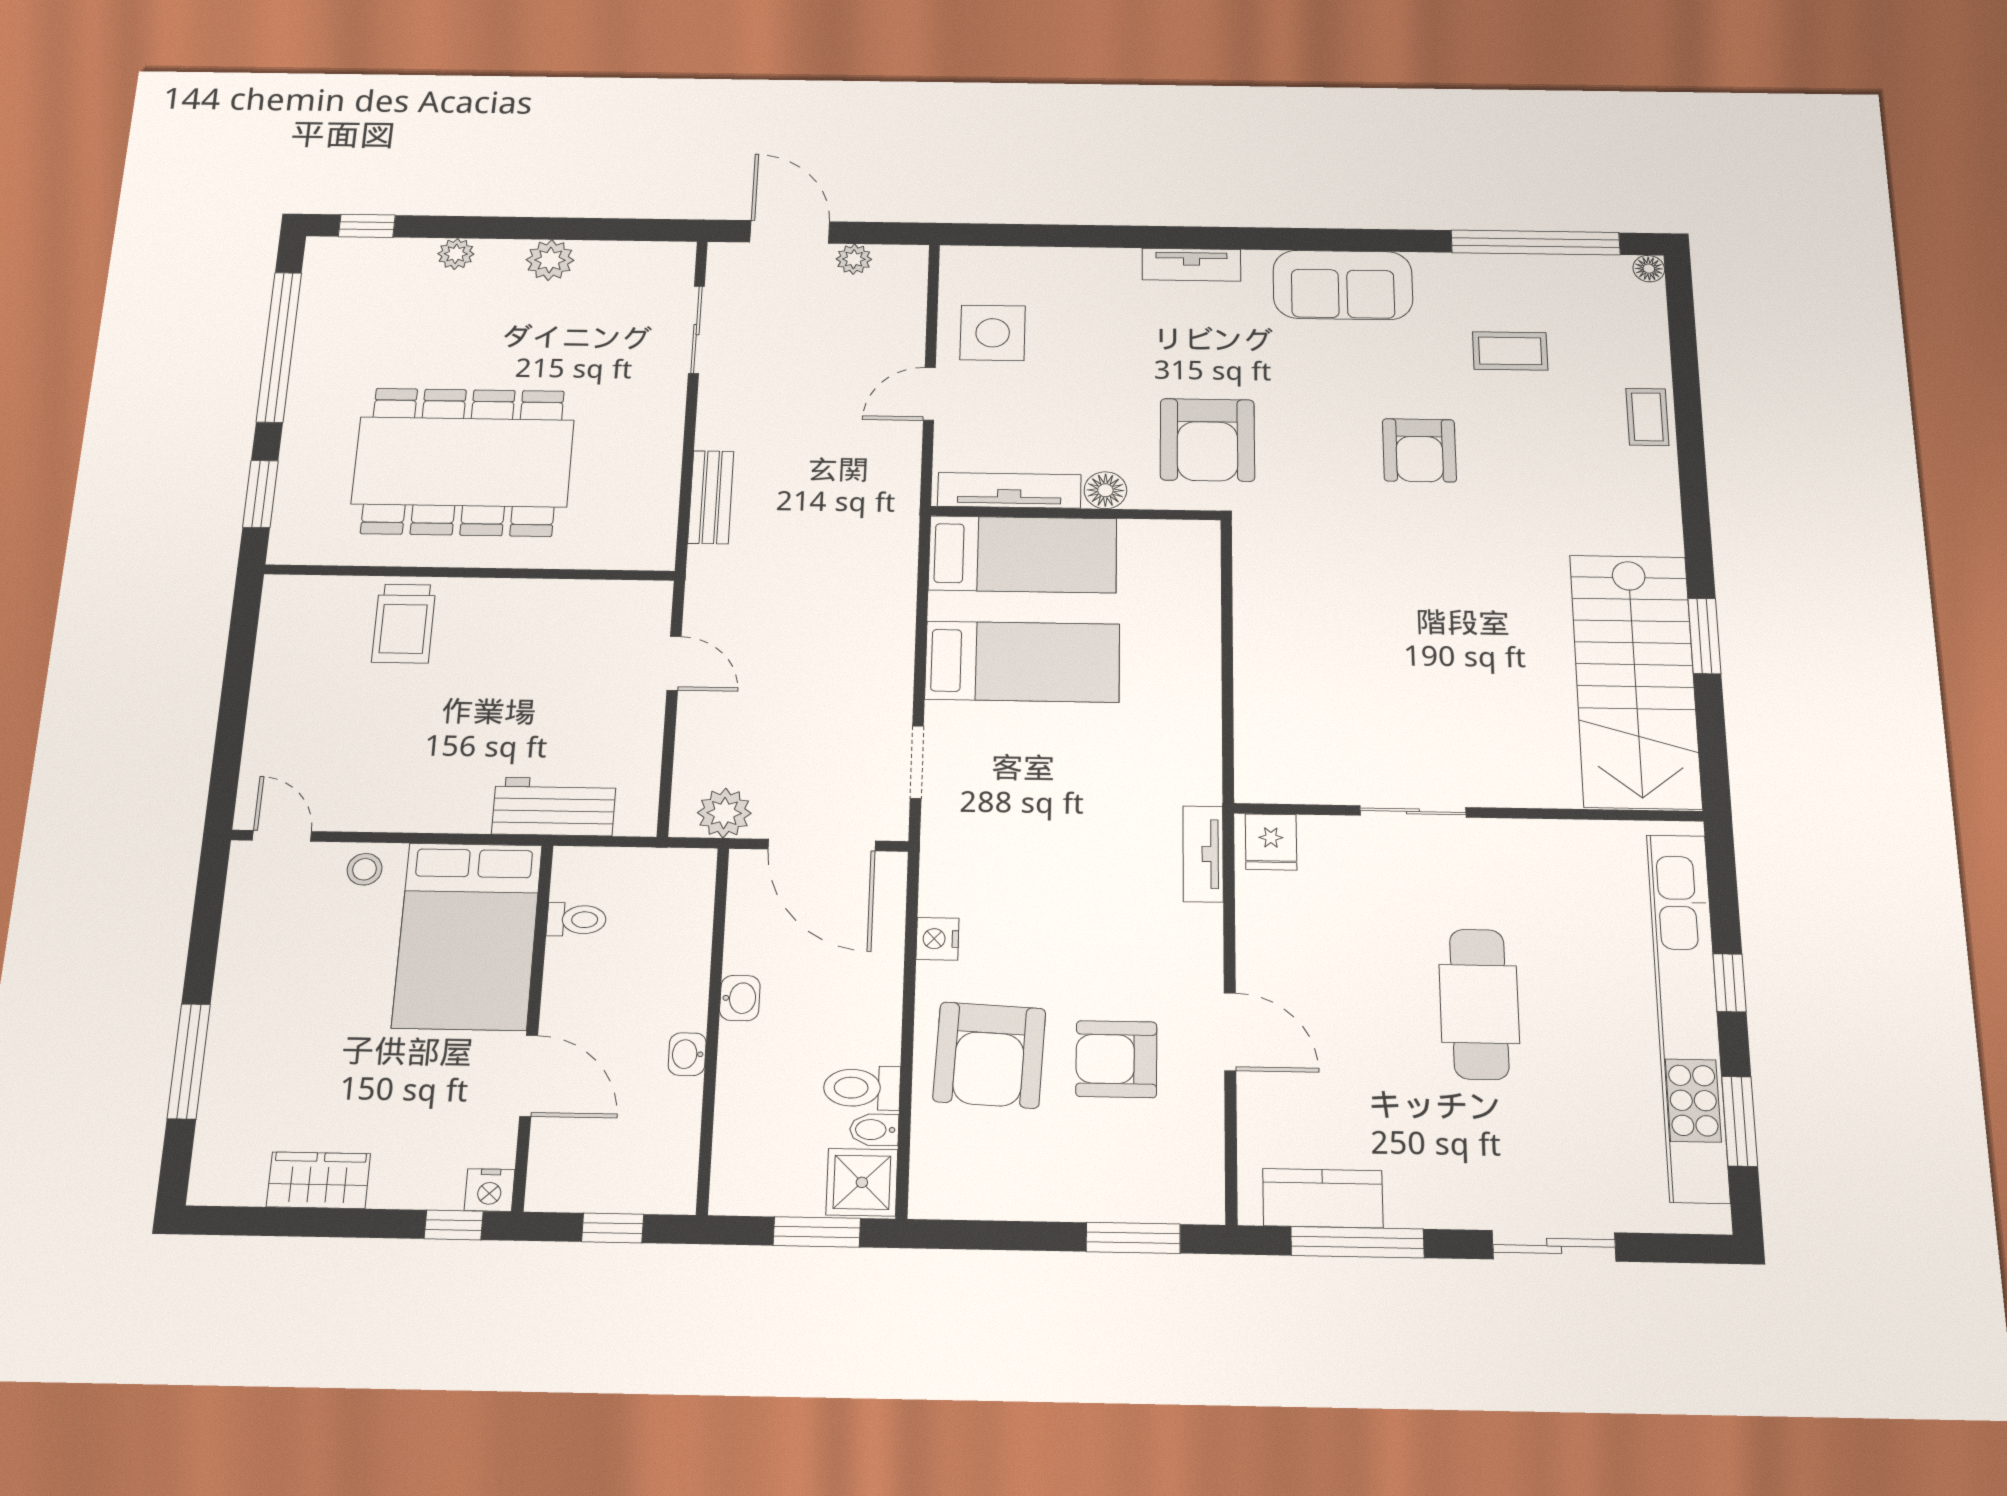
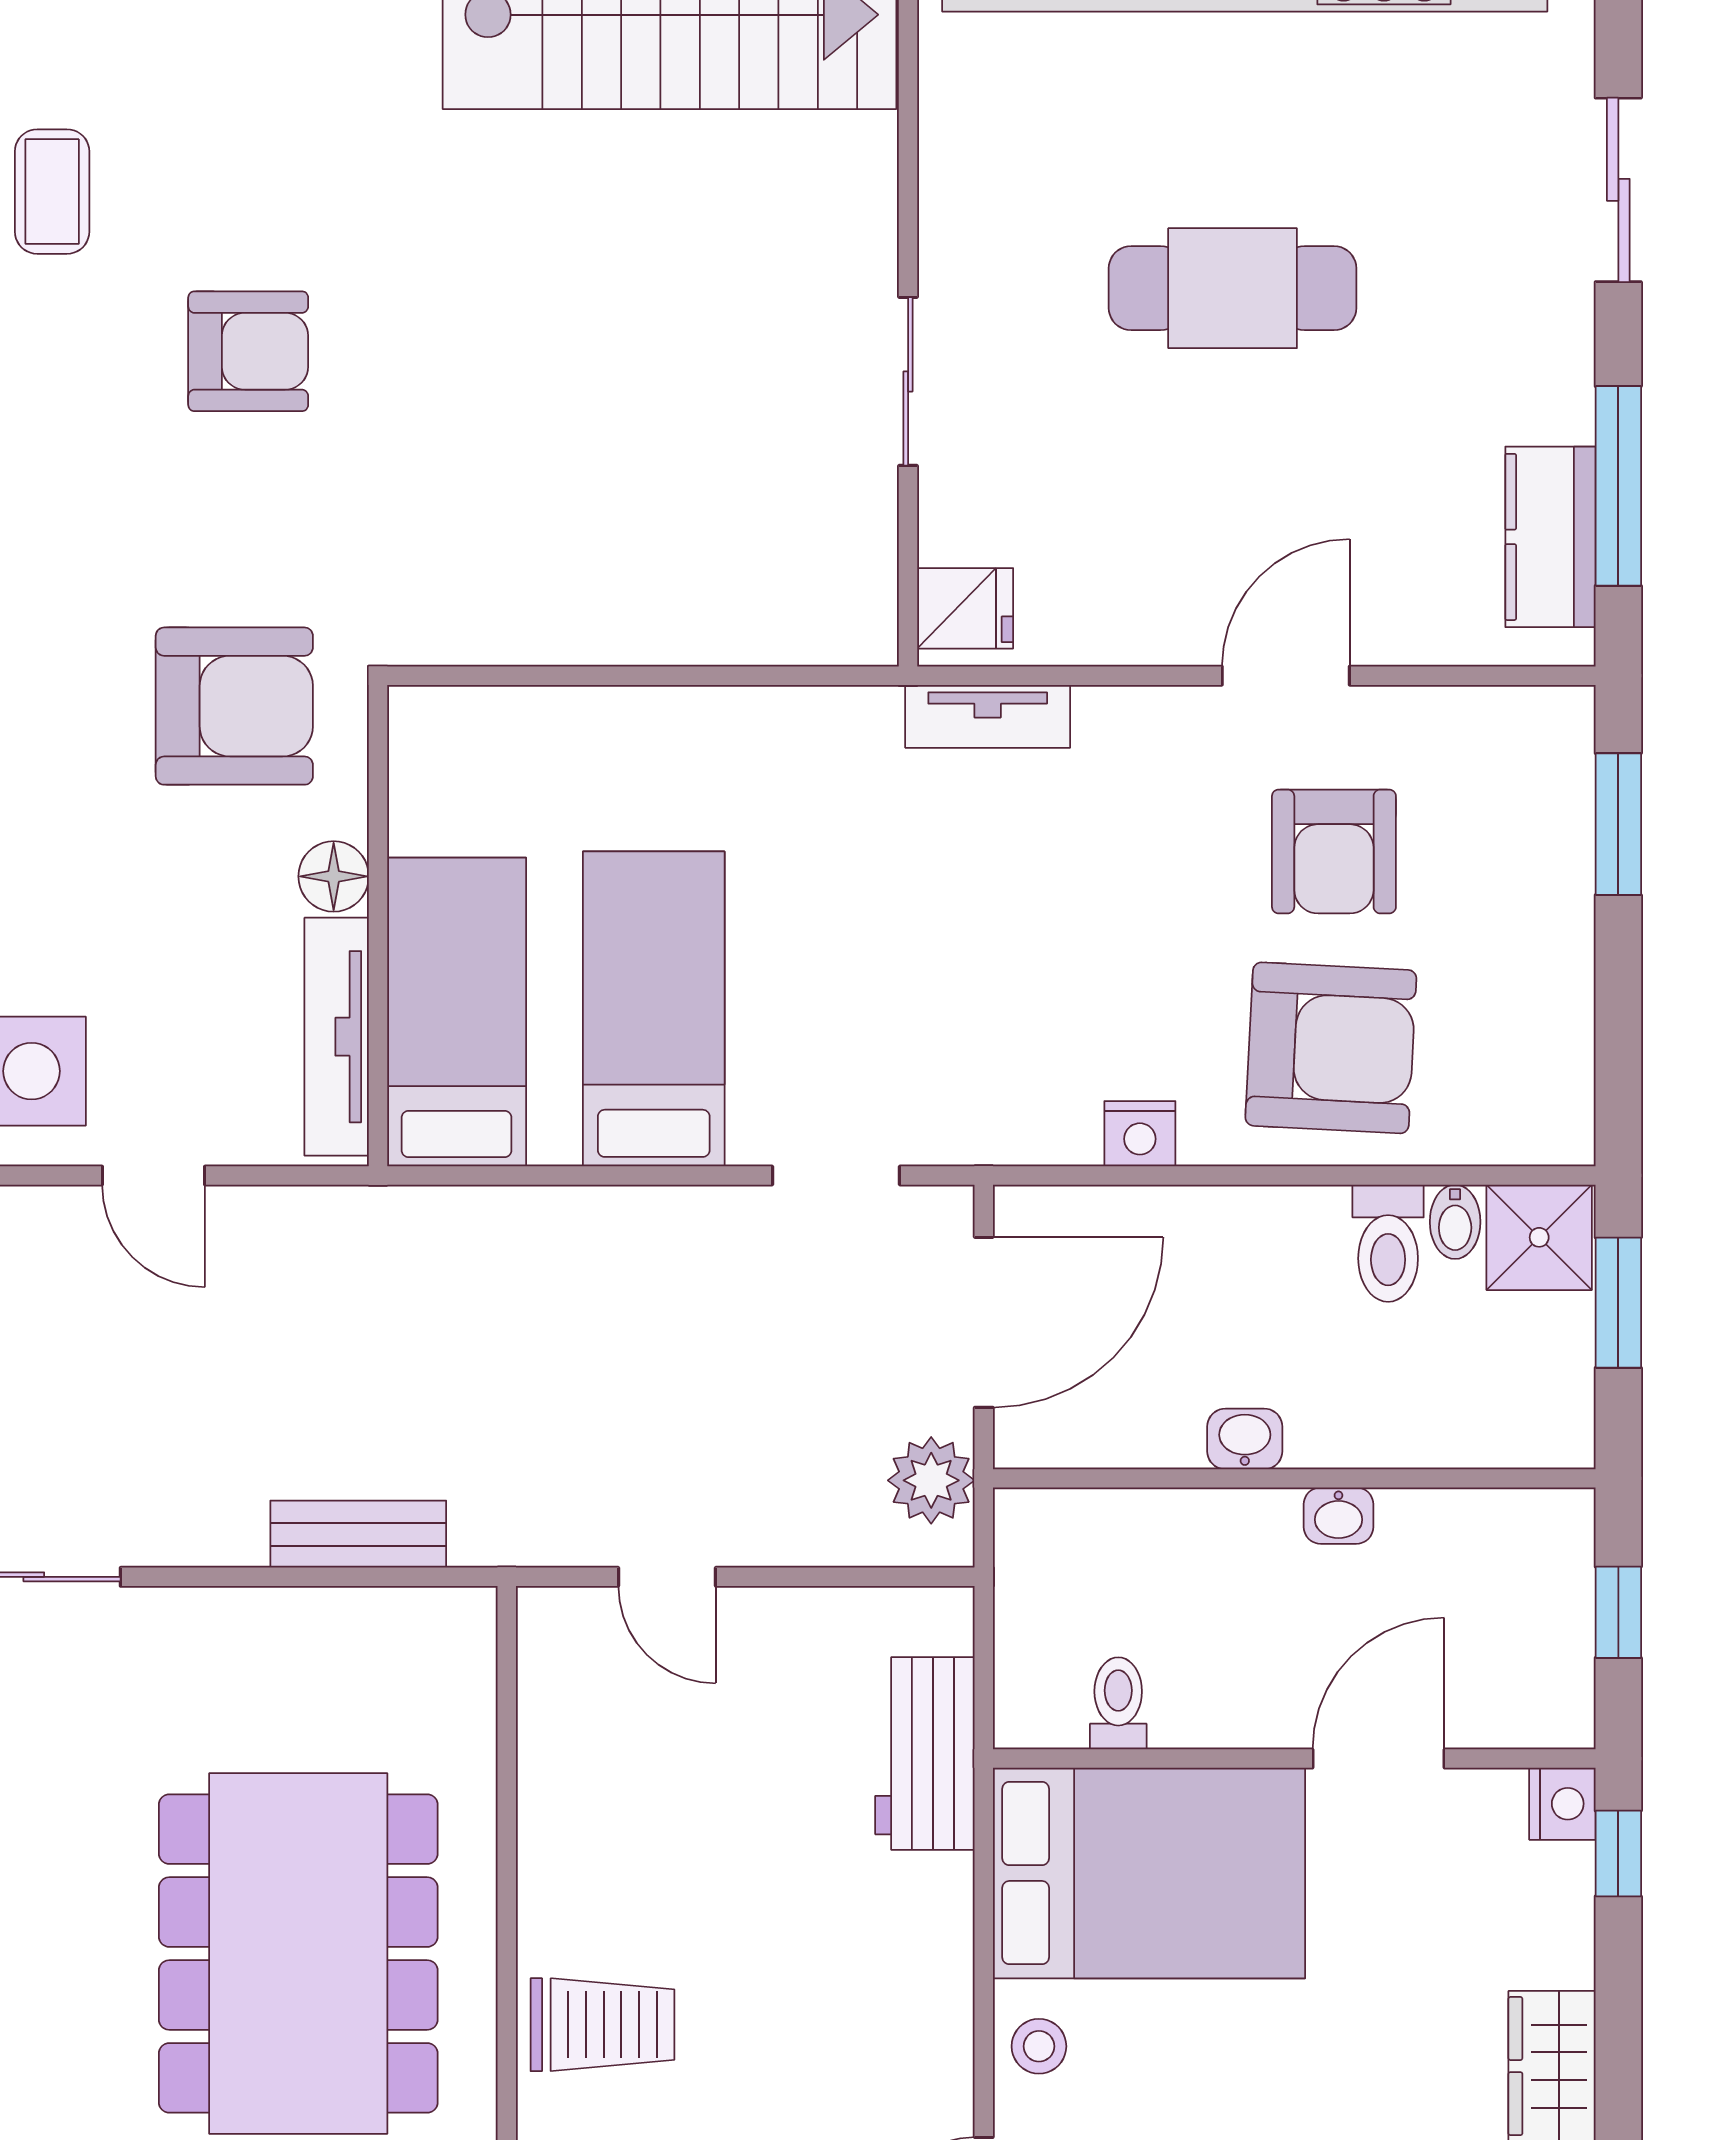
door: (674, 663) -> (667, 1577), swing flipped

